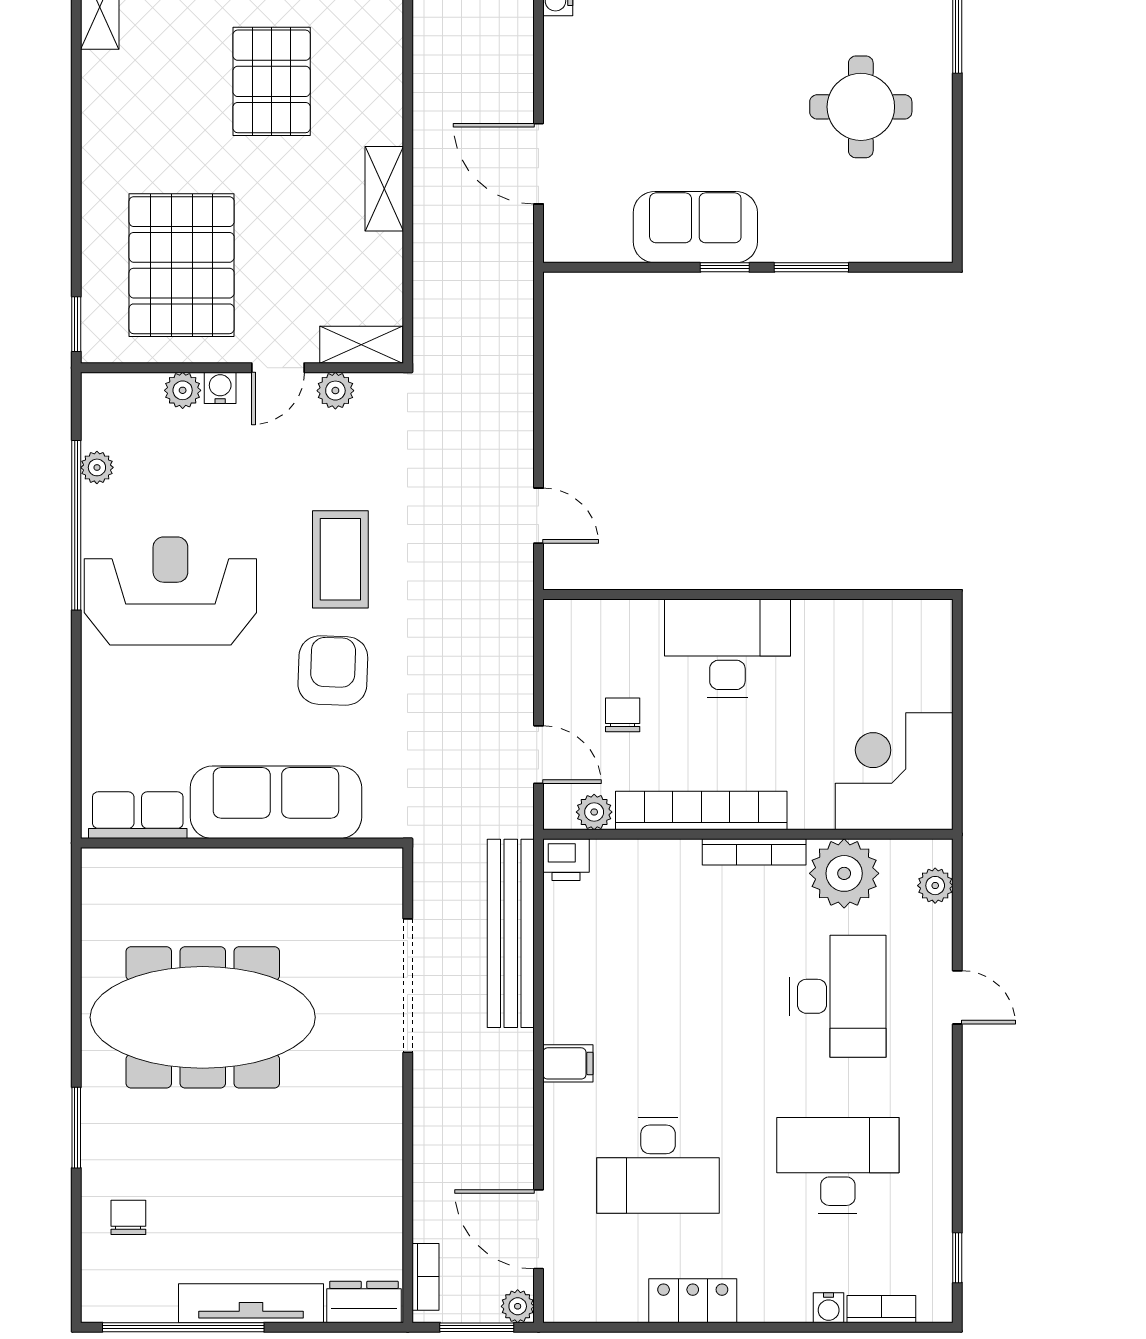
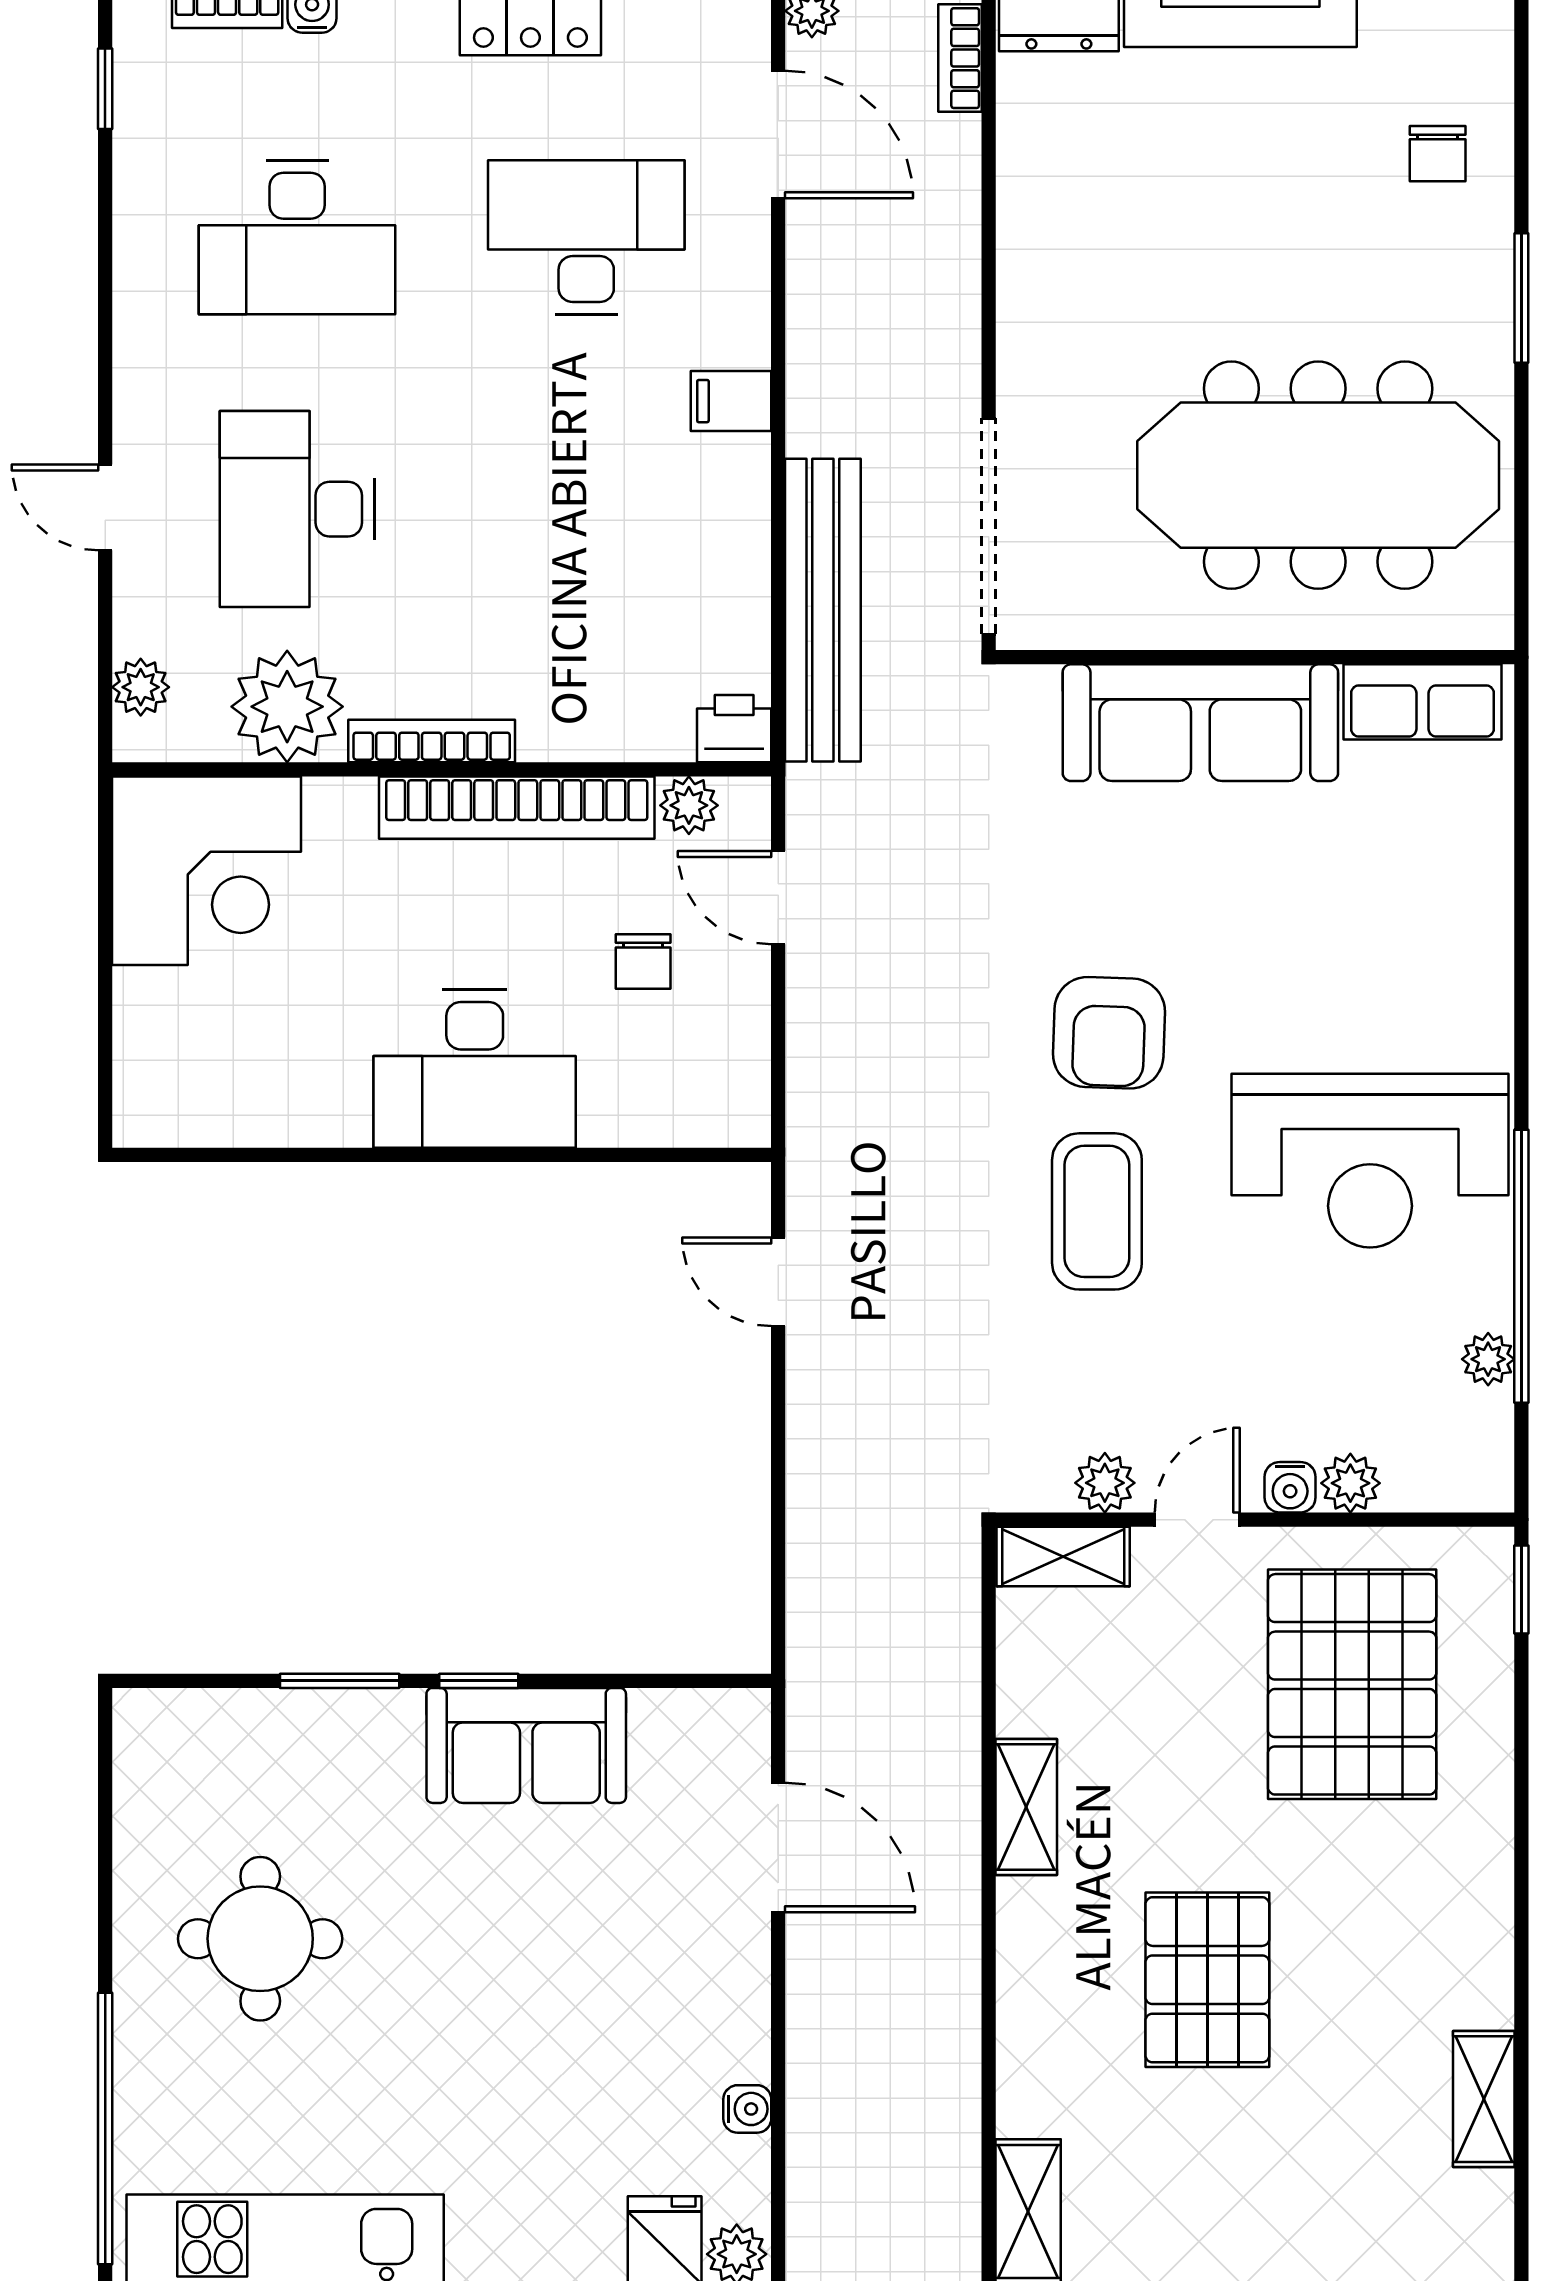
sofa: (276, 802) -> (1200, 723), moved
row of seats: (138, 815) -> (1422, 702), moved
wall: (242, 843) -> (1255, 657), moved

